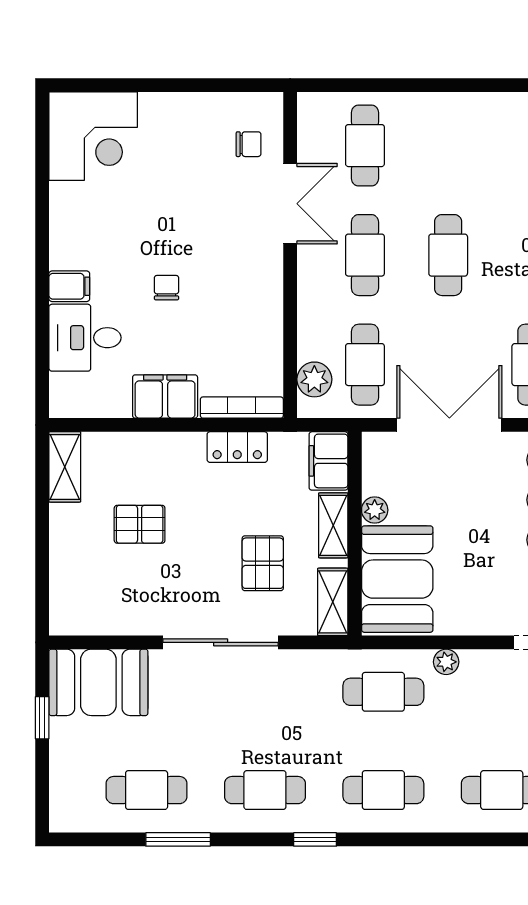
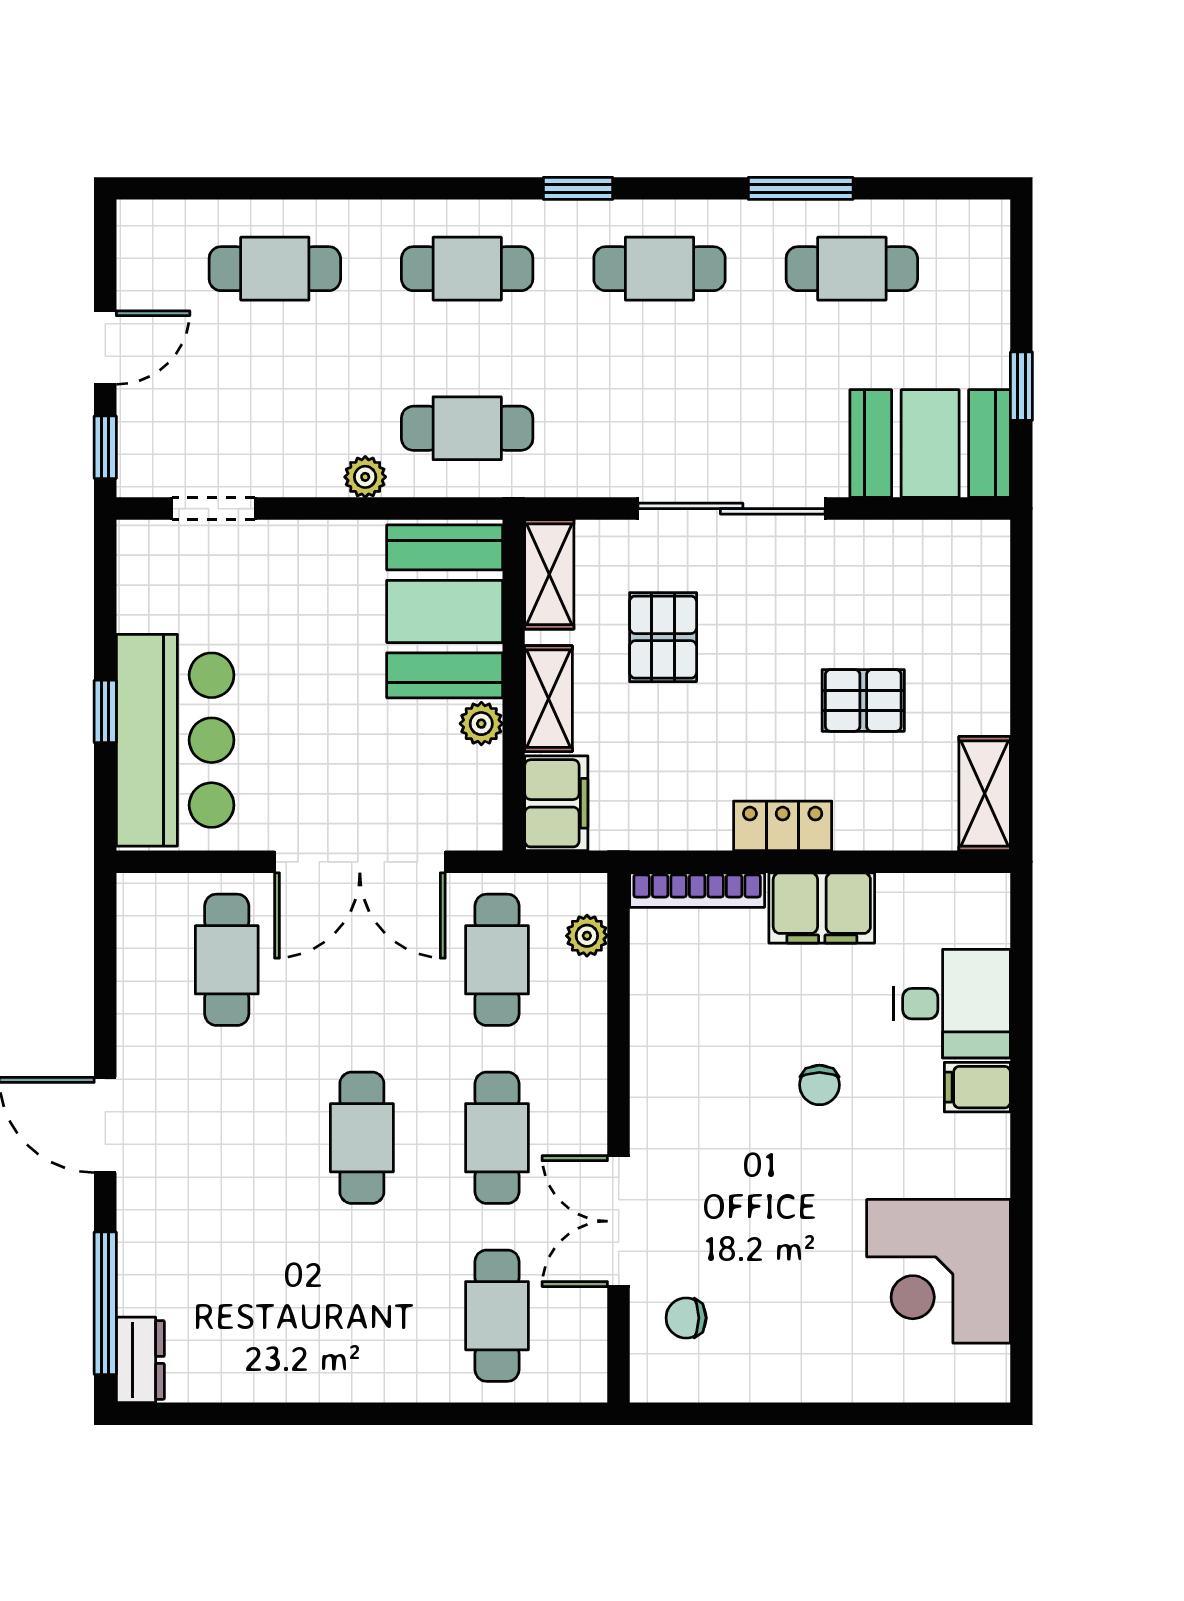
corner desk: (93, 136) -> (939, 1271), moved, turned -90
plant: (314, 379) -> (587, 936), width x0.73, depth x0.73
locker: (237, 447) -> (783, 826), moved

